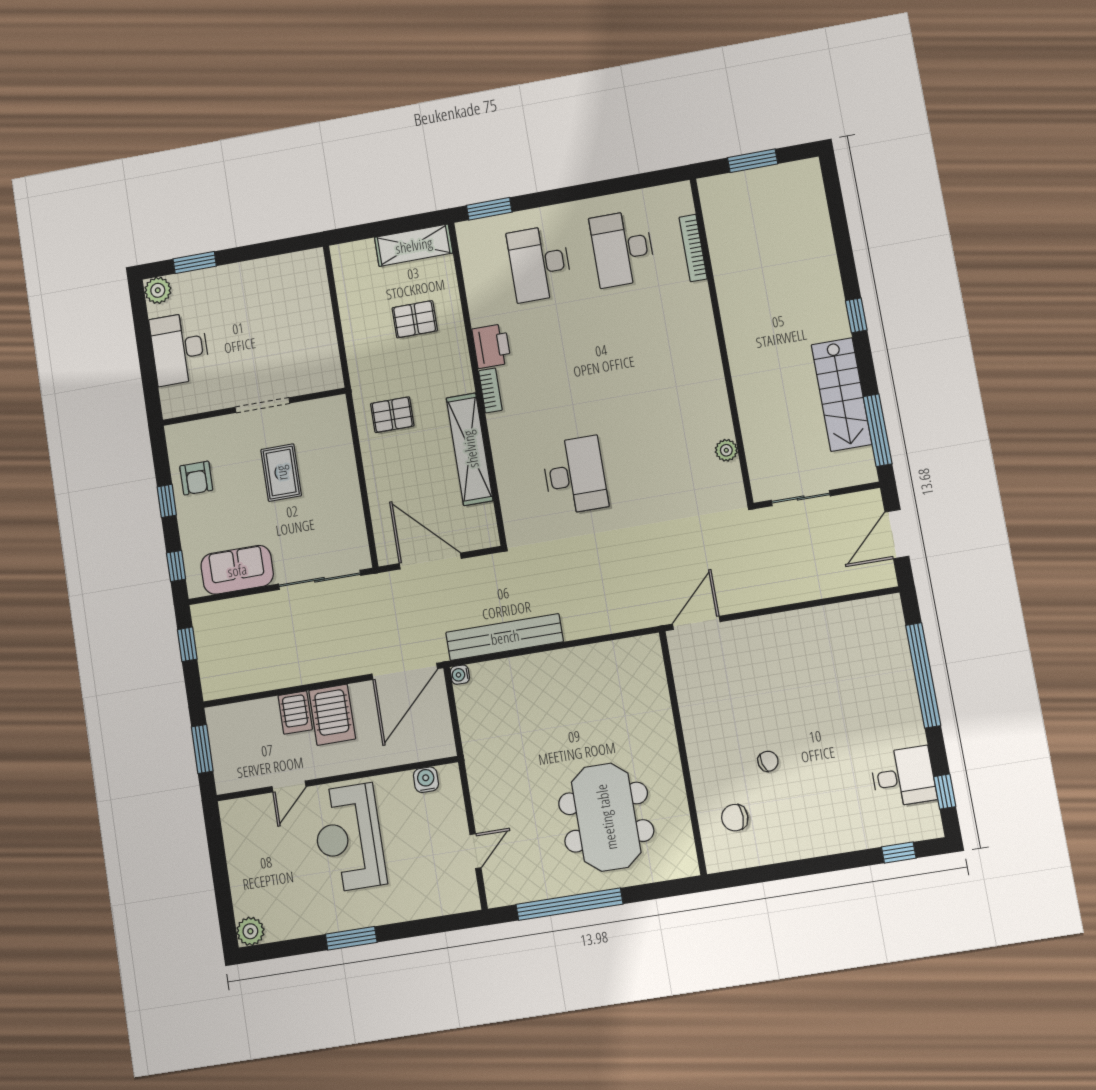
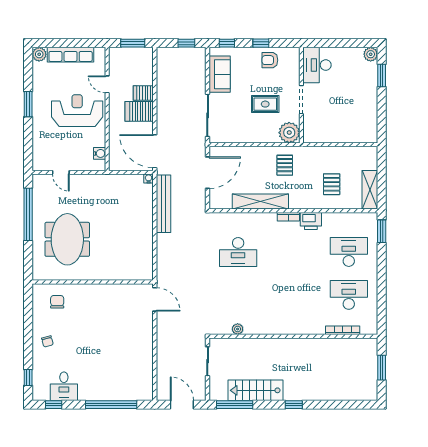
desk: (180, 349) -> (317, 65), moved, turned -90
plant: (329, 417) -> (289, 133), added
chair: (768, 761) -> (47, 341), moved
meeting table: (606, 817) -> (67, 239), turned 90
row of seats: (242, 868) -> (71, 55), added

